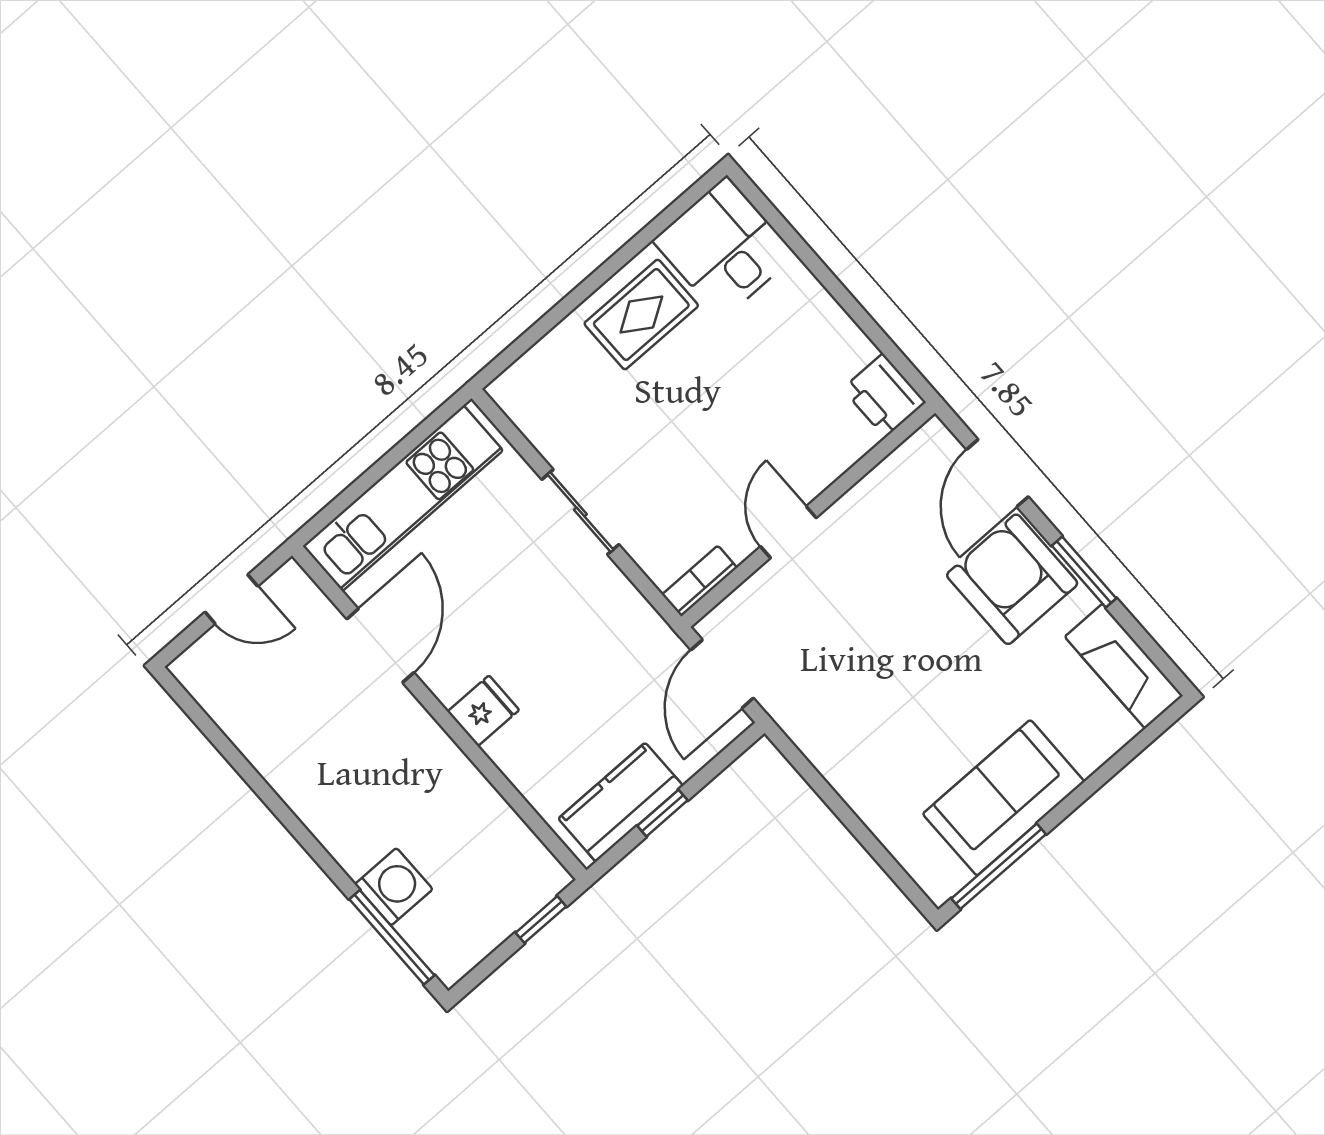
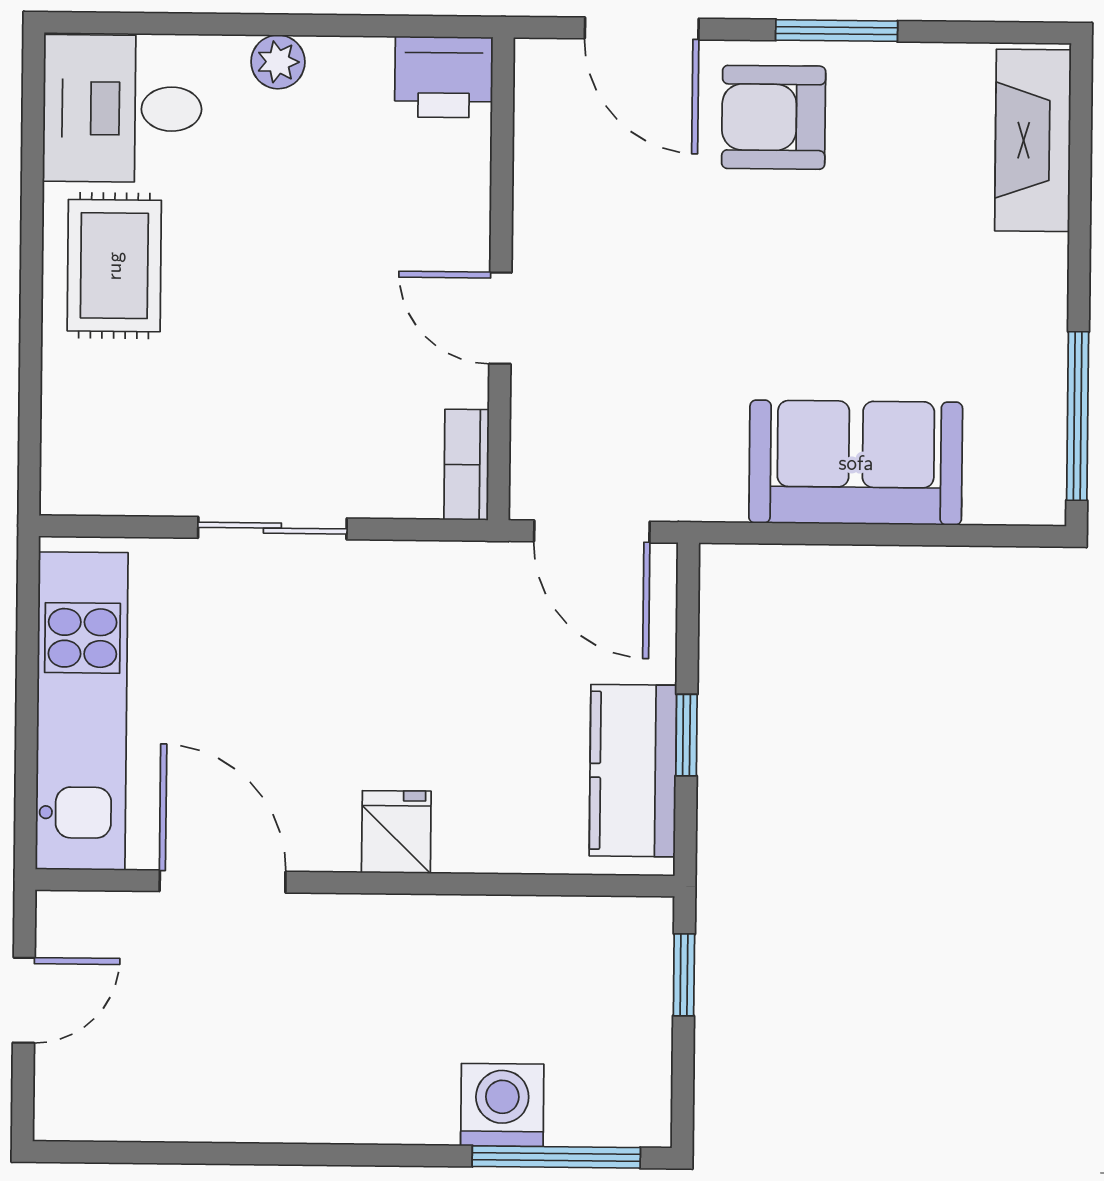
plant: (817, 305) -> (278, 62), added
armchair: (1012, 579) -> (774, 117), width x0.73, depth x0.73
fireplace: (1124, 666) -> (1033, 140), moved, turned 90
sofa: (1004, 798) -> (856, 463), moved, turned 90

